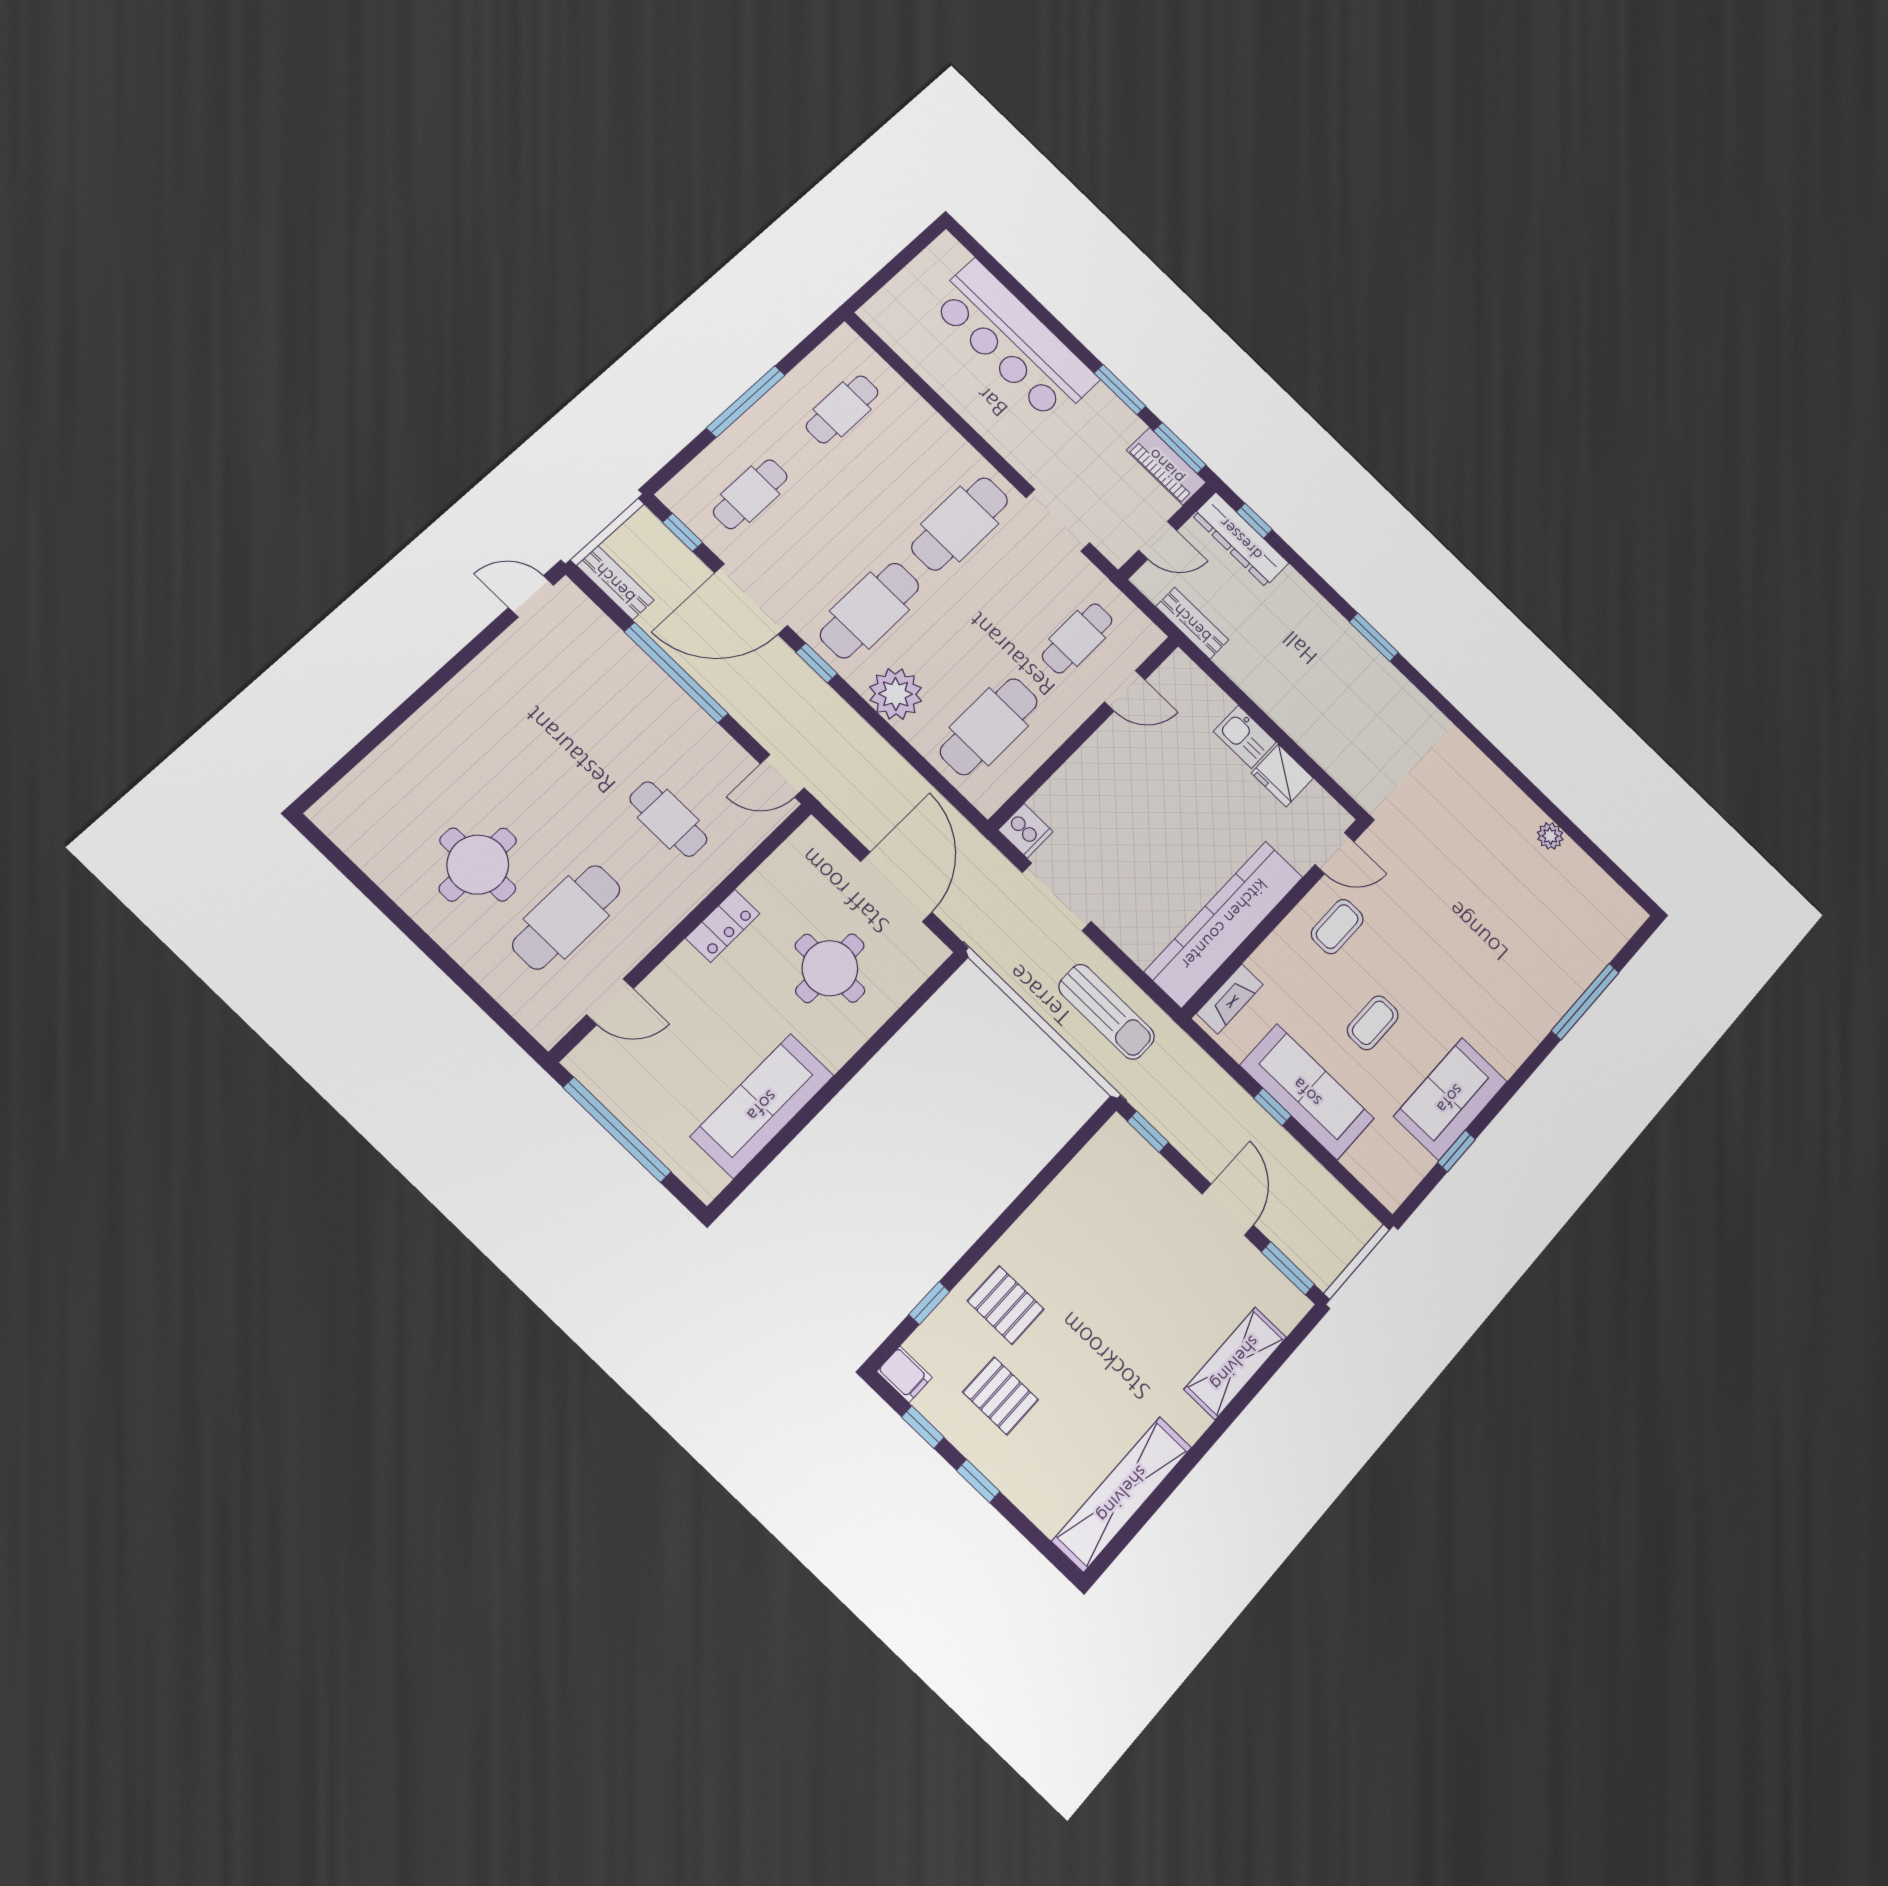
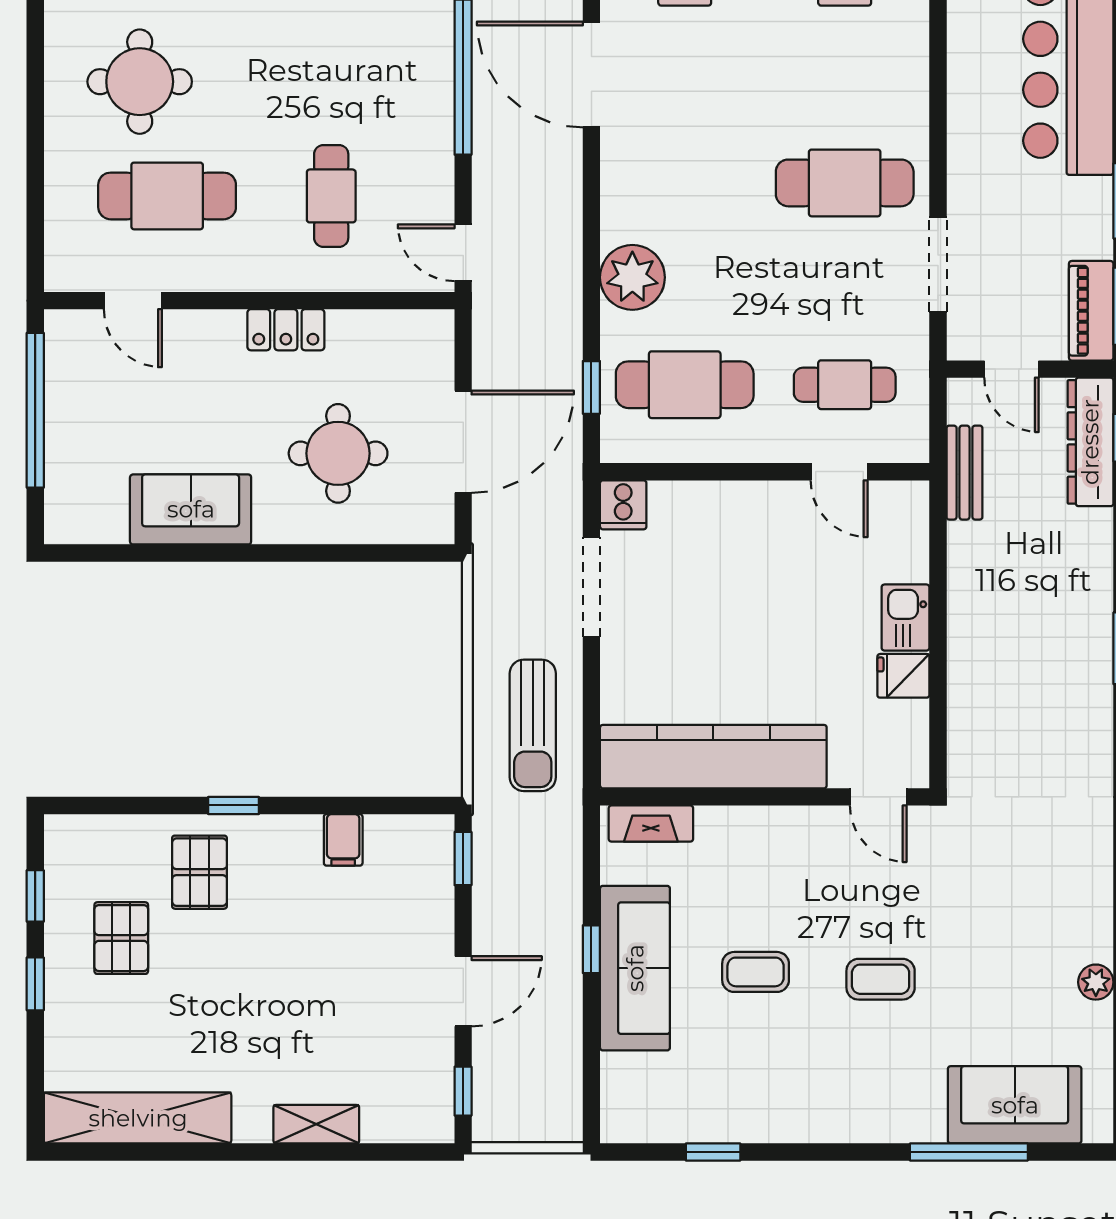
cafe table: (870, 610) -> (685, 183), removed
window: (817, 663) -> (591, 387), moved
fridge: (1282, 776) -> (903, 676), width x0.72
coffee table: (1337, 927) -> (881, 979), moved
sofa: (1450, 1099) -> (1015, 1105), moved
sofa: (762, 1106) -> (191, 509), width x0.73
window: (1288, 1268) -> (463, 1091), width x0.67
window: (929, 1303) -> (233, 805), moved
shelving: (1235, 1363) -> (316, 1124), width x0.67, depth x0.75
filing cabinet: (904, 1374) -> (343, 840), moved

